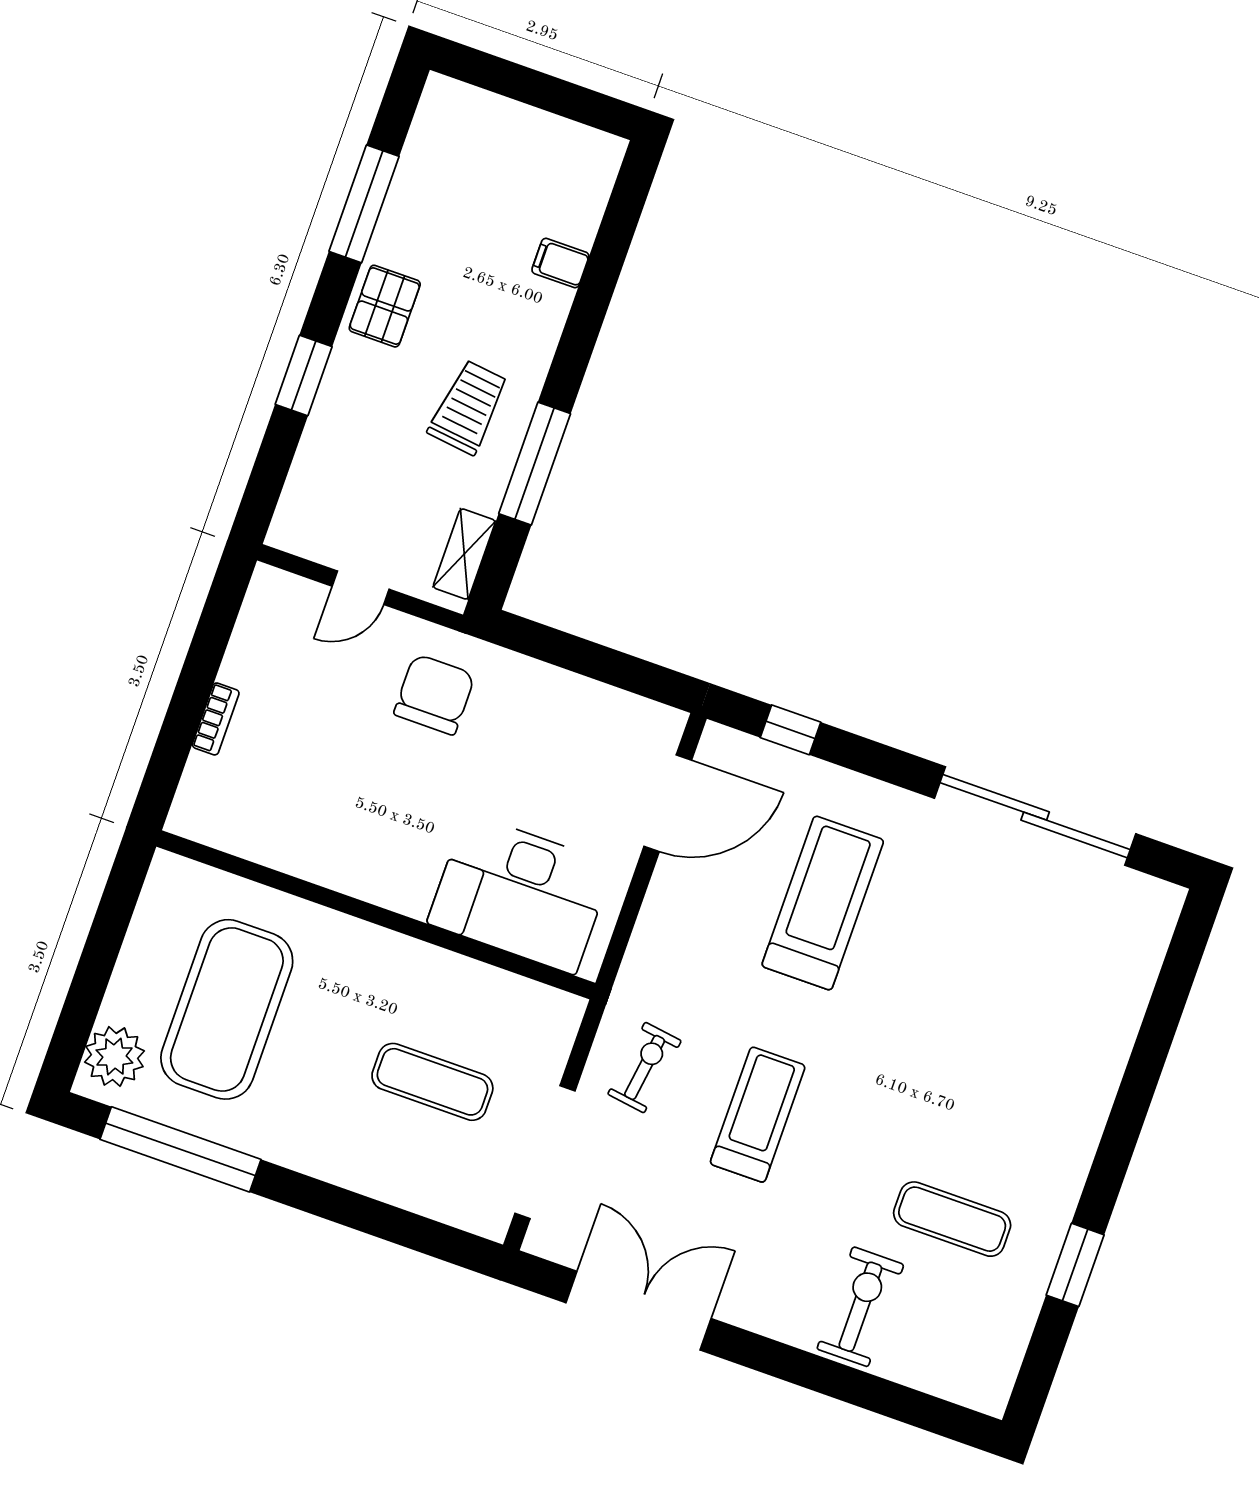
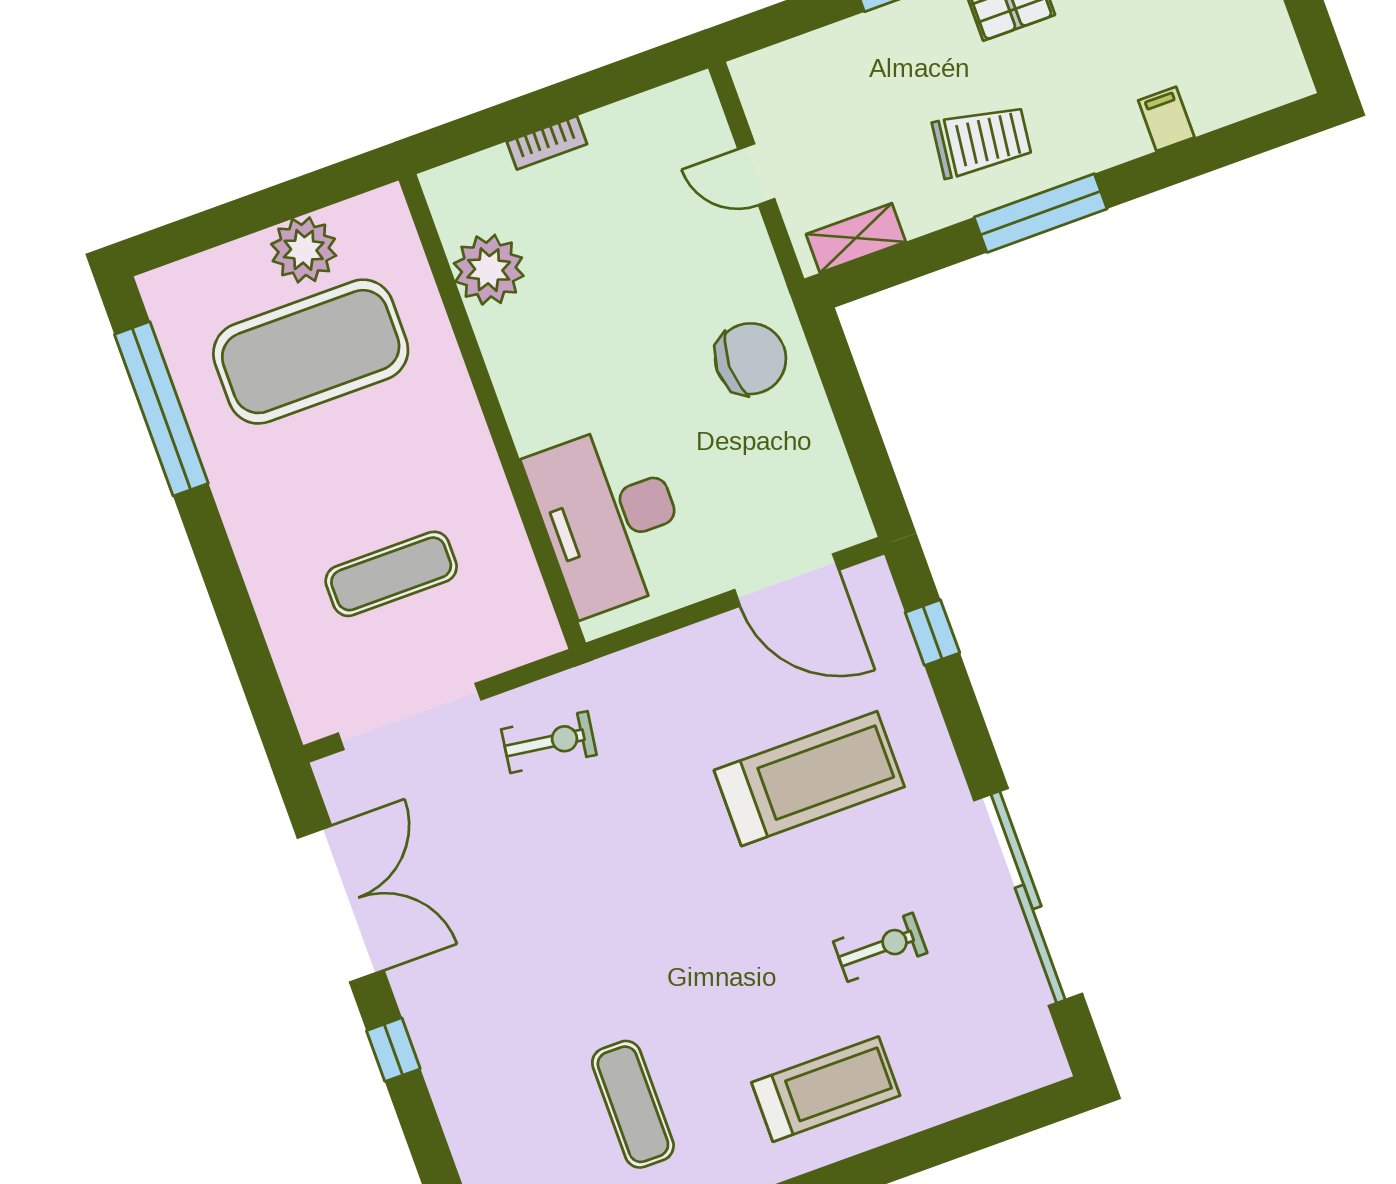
window: (535, 464) -> (1041, 213), moved
chair: (434, 694) -> (751, 359), moved
plant: (272, 835) -> (489, 270), added
plant: (114, 1057) -> (304, 250), moved
exercise mat: (432, 1082) -> (391, 574), turned 90
treadmill: (758, 1115) -> (826, 1089), moved
exercise bike: (860, 1307) -> (880, 947), moved, width x0.73, depth x0.72
window: (773, 1358) -> (393, 1050), added

